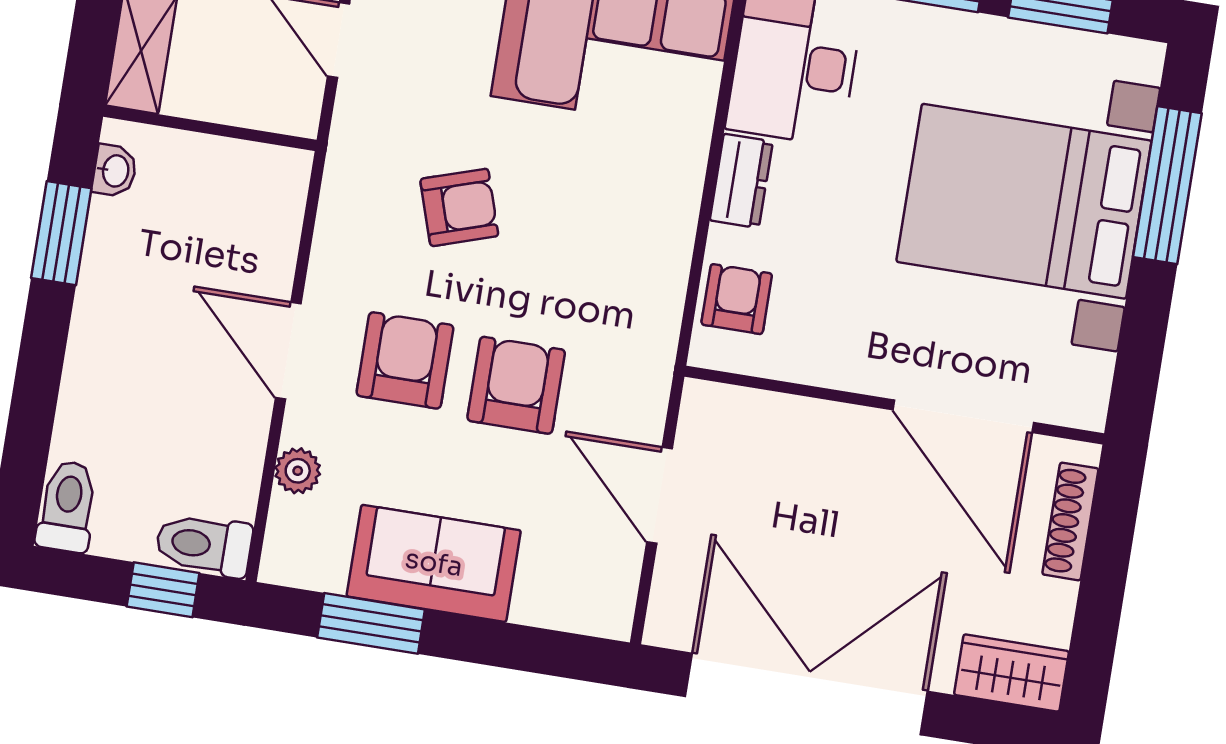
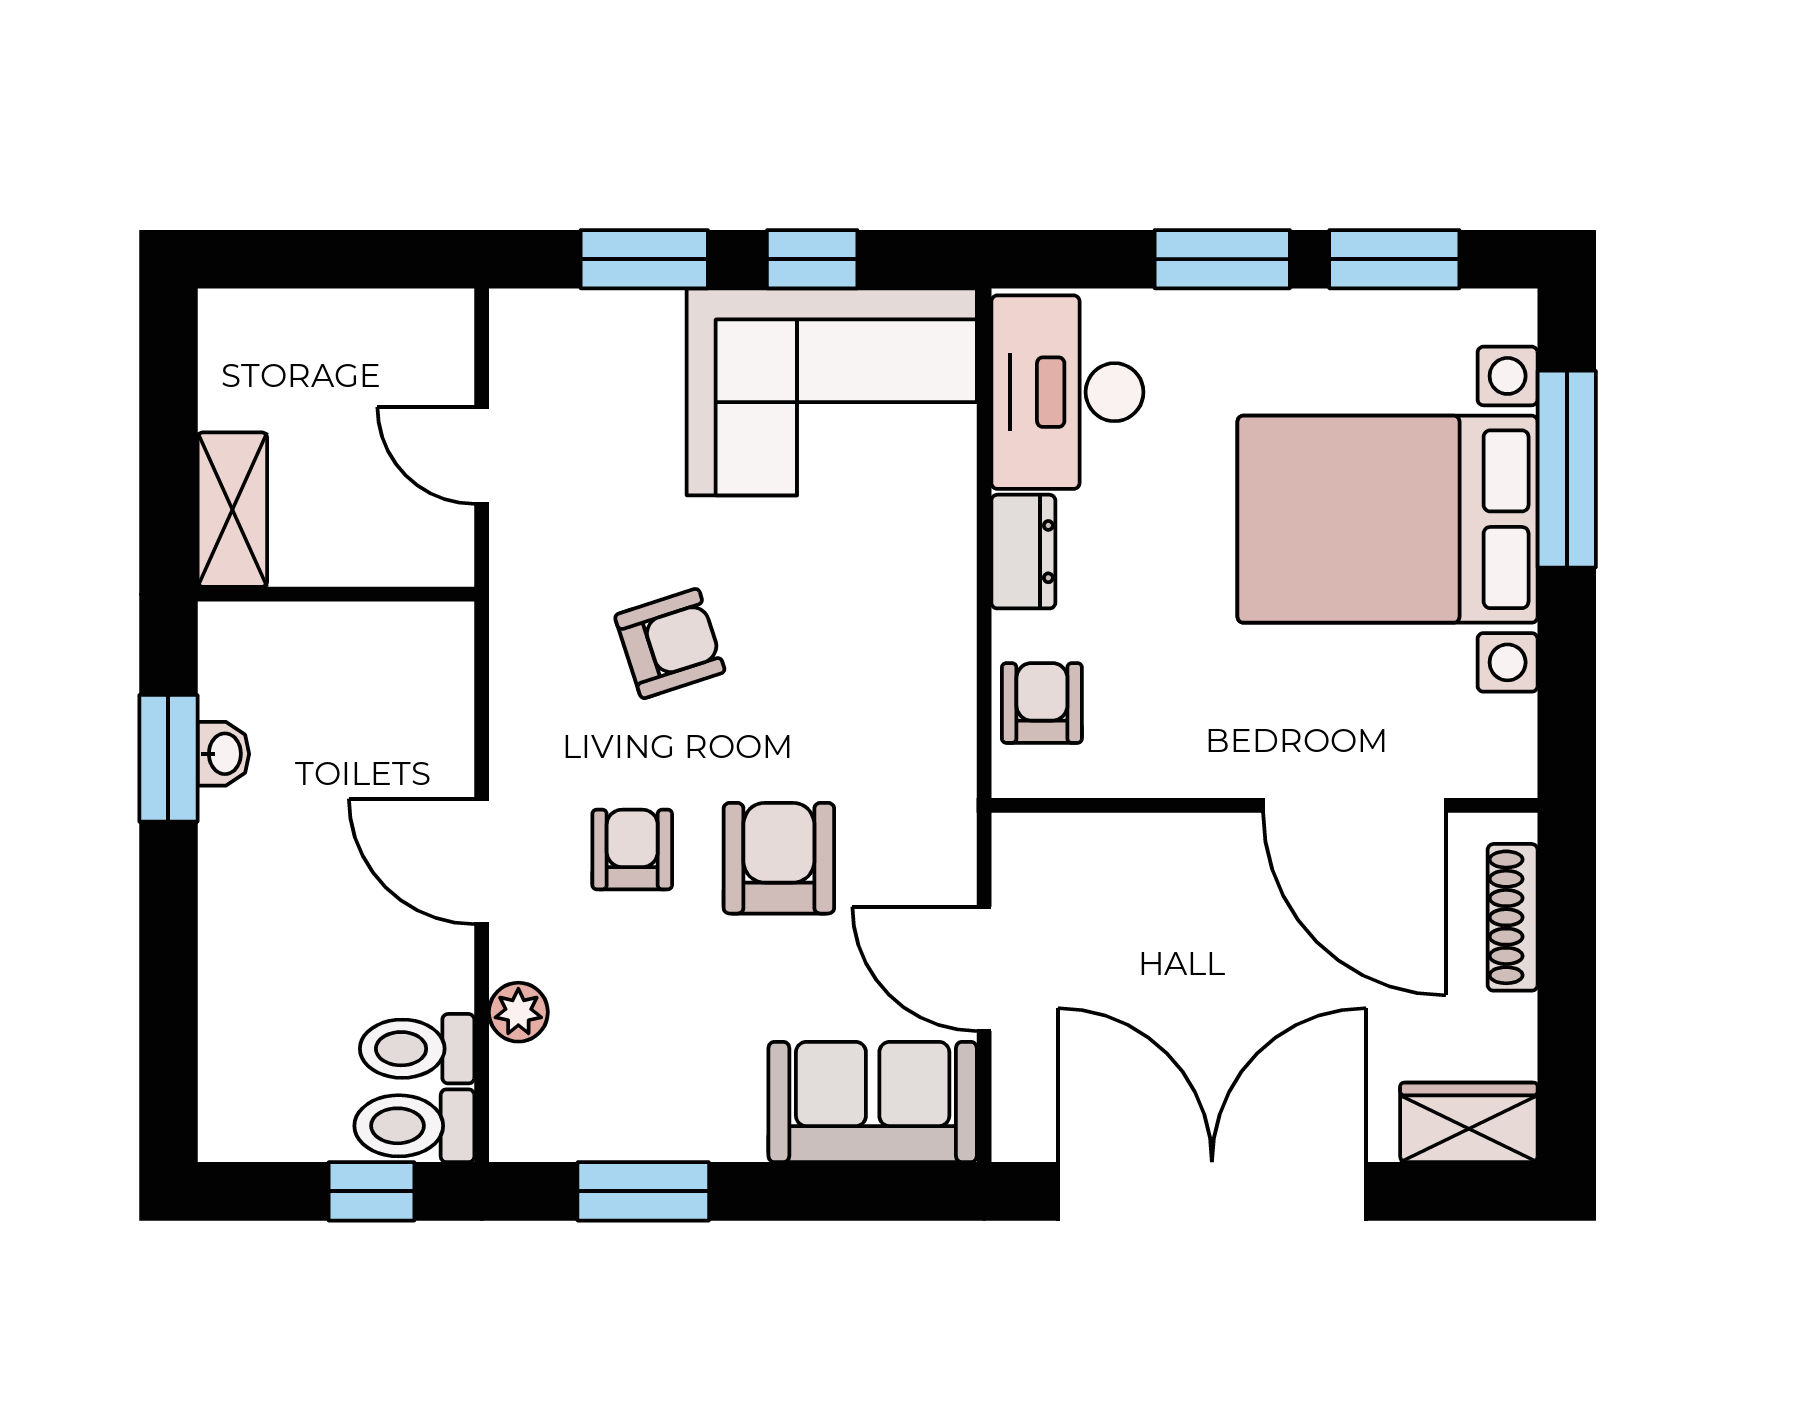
washbasin: (115, 171) -> (223, 754), moved
armchair: (405, 360) -> (632, 849), width x0.72, depth x0.72
toilet: (67, 506) -> (417, 1049), moved, turned -90
sofa: (434, 563) -> (873, 1102), moved

